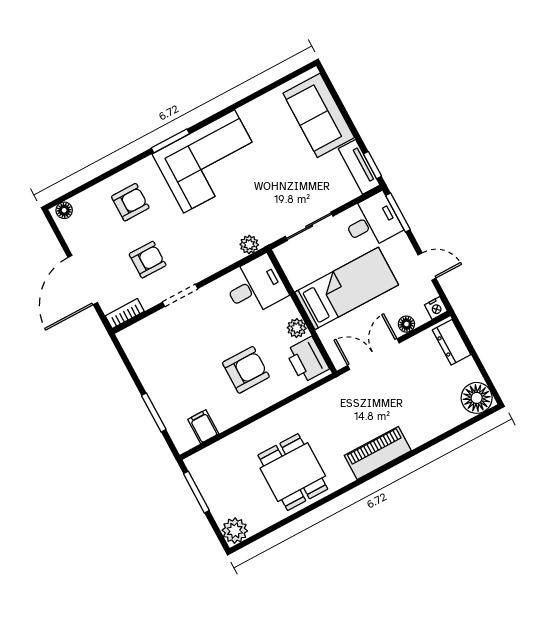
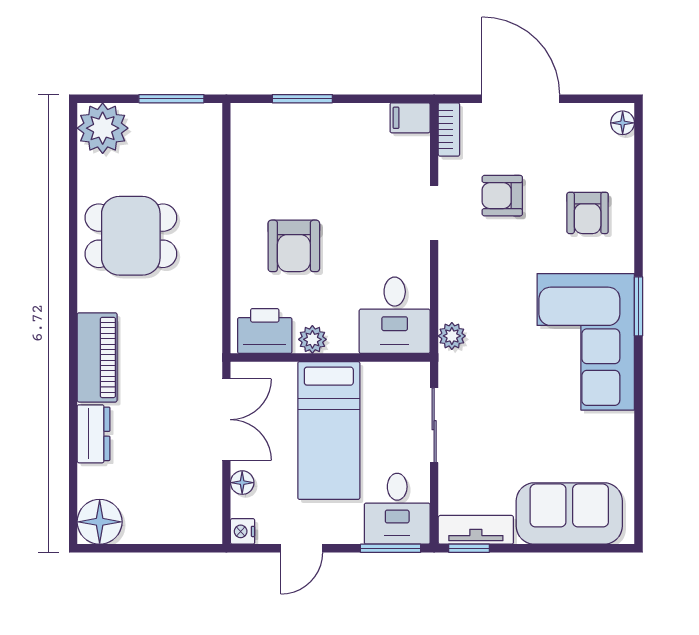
armchair: (148, 260) -> (502, 196), turned 90
dresser: (452, 342) -> (94, 434), moved, turned 90
filing cabinet: (203, 427) -> (410, 118), moved, turned 180
plant: (235, 531) -> (103, 128), width x1.36, depth x1.36

